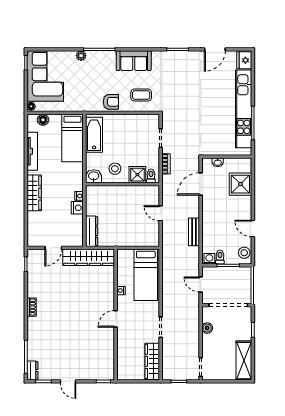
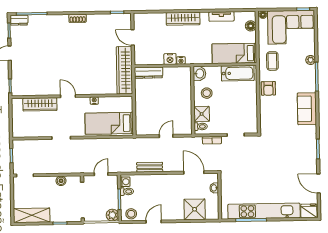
coffee table: (141, 95) -> (272, 61), moved
tv unit: (32, 151) -> (221, 16), width x0.71
plant: (245, 273) -> (112, 215), added
wardrobe: (152, 361) -> (40, 104), moved, turned 180

